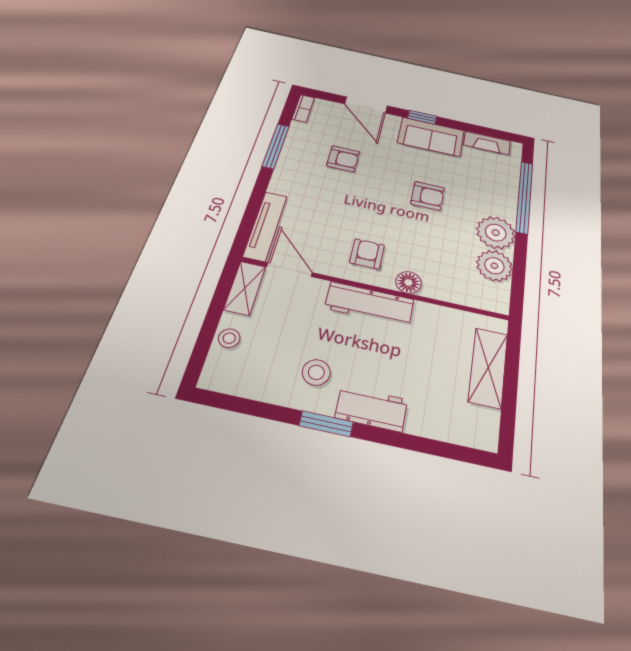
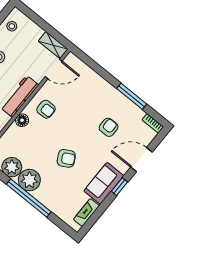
armchair: (343, 159) -> (109, 127), turned 180
armchair: (428, 196) -> (66, 158), turned -118
window: (524, 197) -> (29, 198), moved
tv unit: (265, 226) -> (83, 69), removed
stool: (229, 338) -> (12, 26), moved

